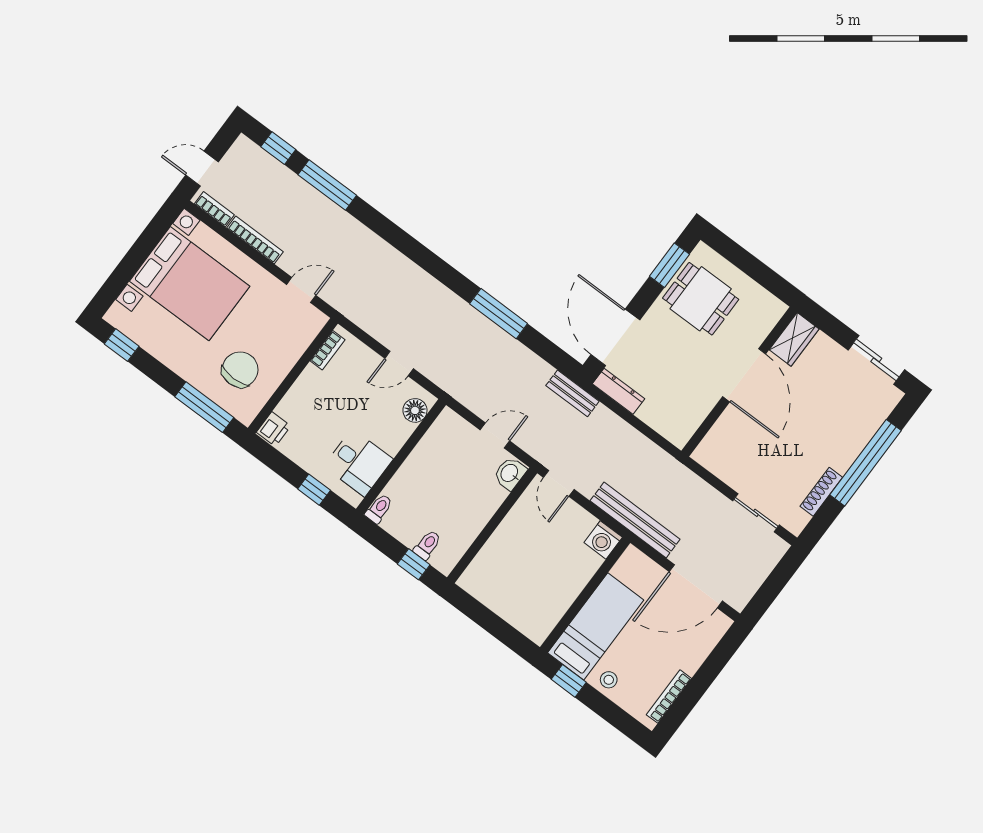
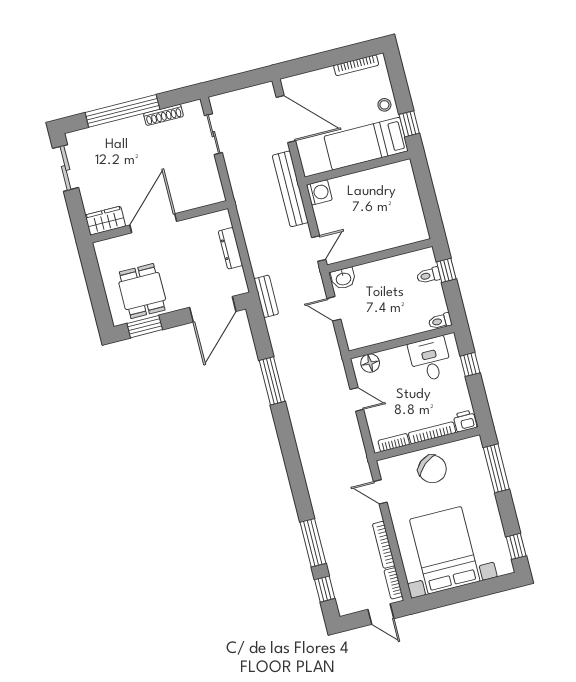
chair: (240, 370) -> (432, 469), moved, turned -130
bookcase: (297, 391) -> (432, 433), added
dresser: (618, 391) -> (230, 248), moved

